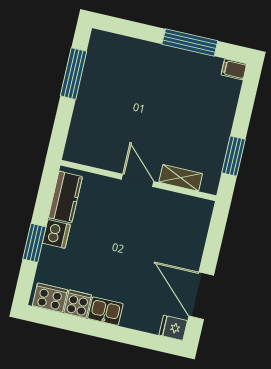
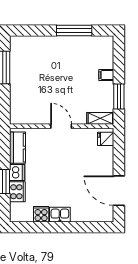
filing cabinet: (234, 69) -> (106, 75), moved
shelving: (181, 178) -> (100, 118), moved
cooker: (50, 298) -> (17, 192), moved, turned 90
fridge: (173, 328) -> (106, 139), moved

